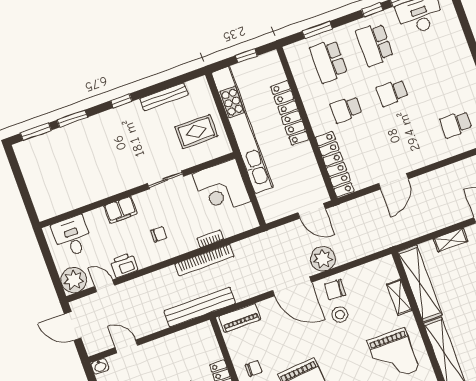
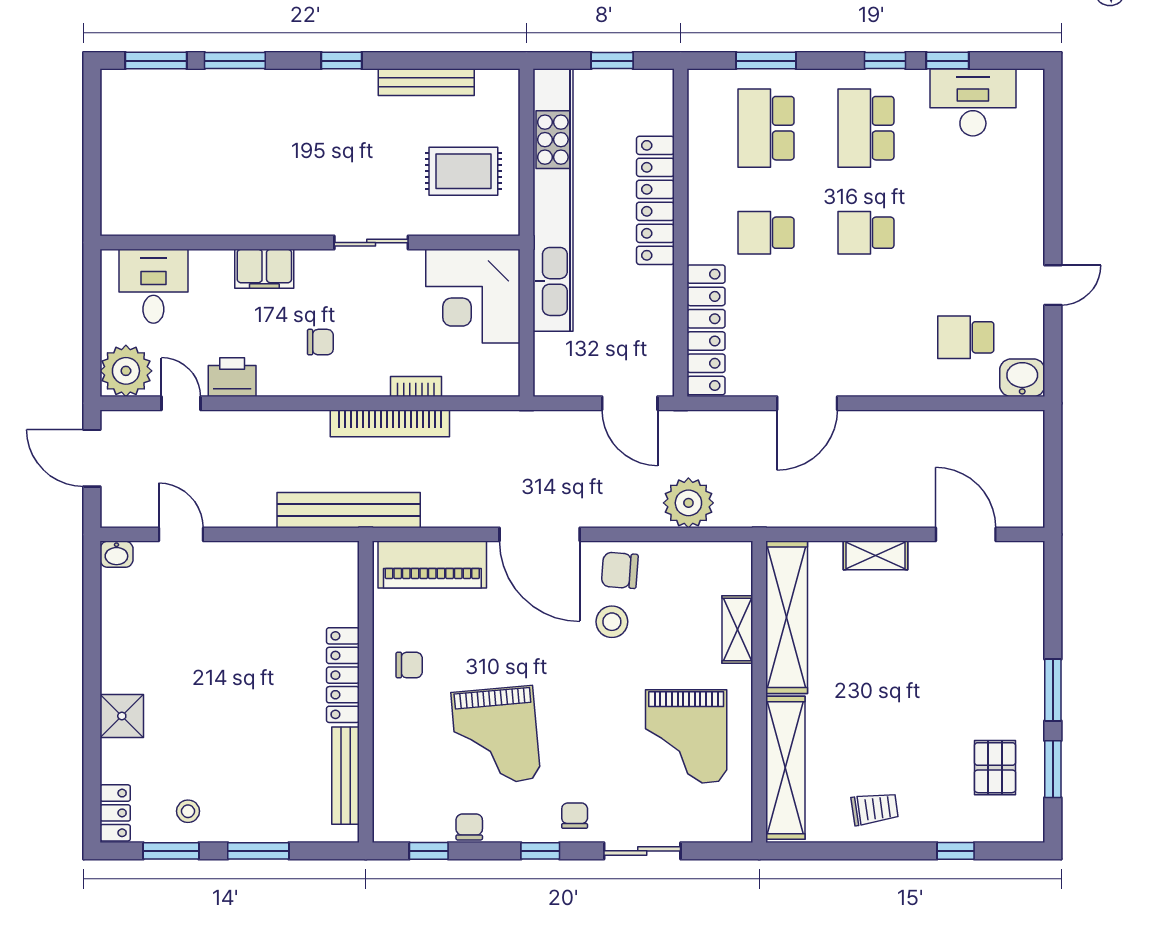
plant: (323, 259) -> (688, 503), moved
piano: (240, 318) -> (432, 565), width x1.37, depth x1.33

